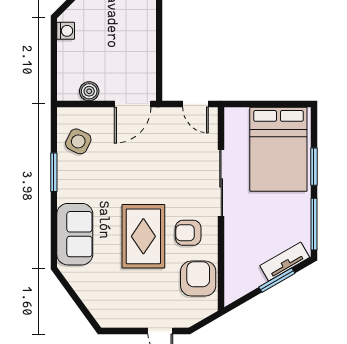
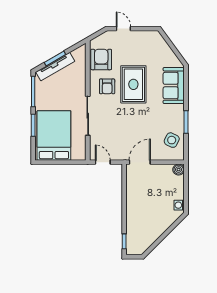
boiler: (89, 91) -> (179, 170), moved
armchair: (188, 233) -> (107, 86), turned 90
tv unit: (285, 262) -> (55, 67), width x1.41
armchair: (198, 279) -> (101, 59), turned 180

